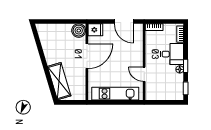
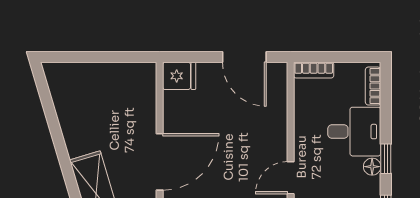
boiler: (79, 31) -> (141, 78), removed
door: (87, 56) -> (160, 162), moved
door: (144, 74) -> (291, 178), hinge flipped

